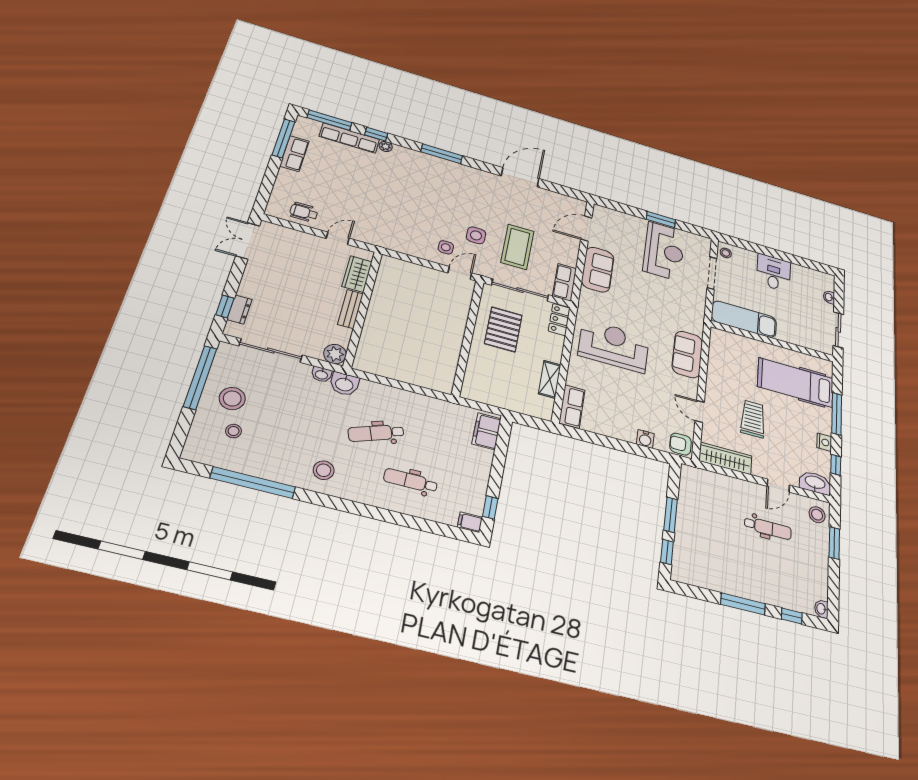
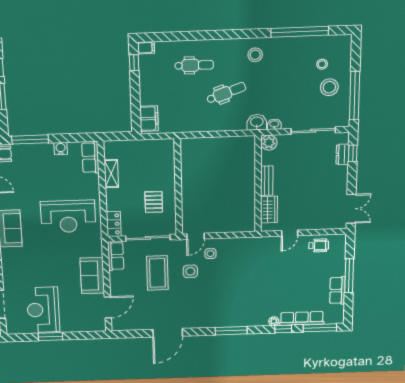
window: (283, 138) -> (349, 276), moved
pallet: (503, 329) -> (154, 202), width x0.67, depth x0.71
water cooler: (645, 439) -> (61, 149), moved
window: (644, 451) -> (30, 139), added

